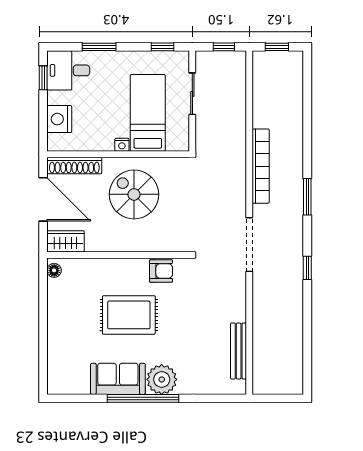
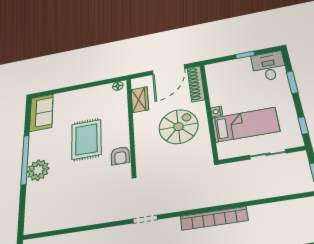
window: (43, 78) -> (245, 55), moved
nightstand: (59, 119) -> (230, 68), removed
wardrobe: (66, 241) -> (140, 100), moved
doorway: (249, 245) -> (145, 219), width x0.53
bench: (239, 351) -> (58, 224), removed
sofa: (118, 379) -> (41, 113), moved

